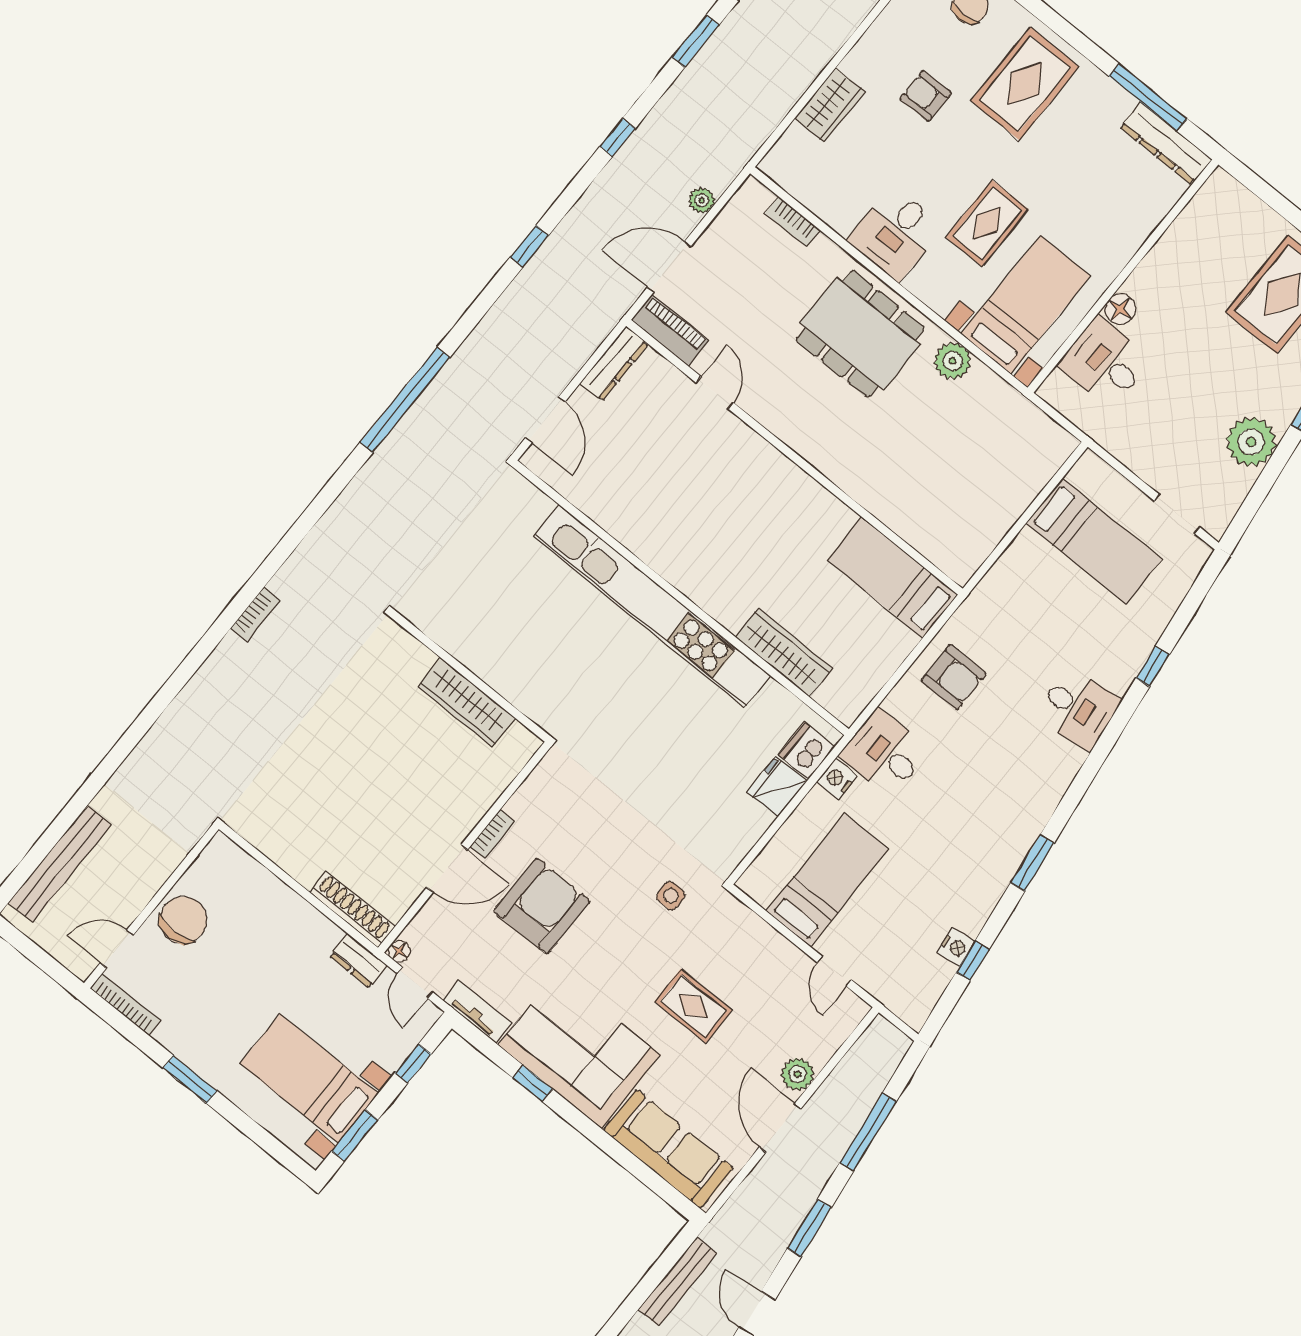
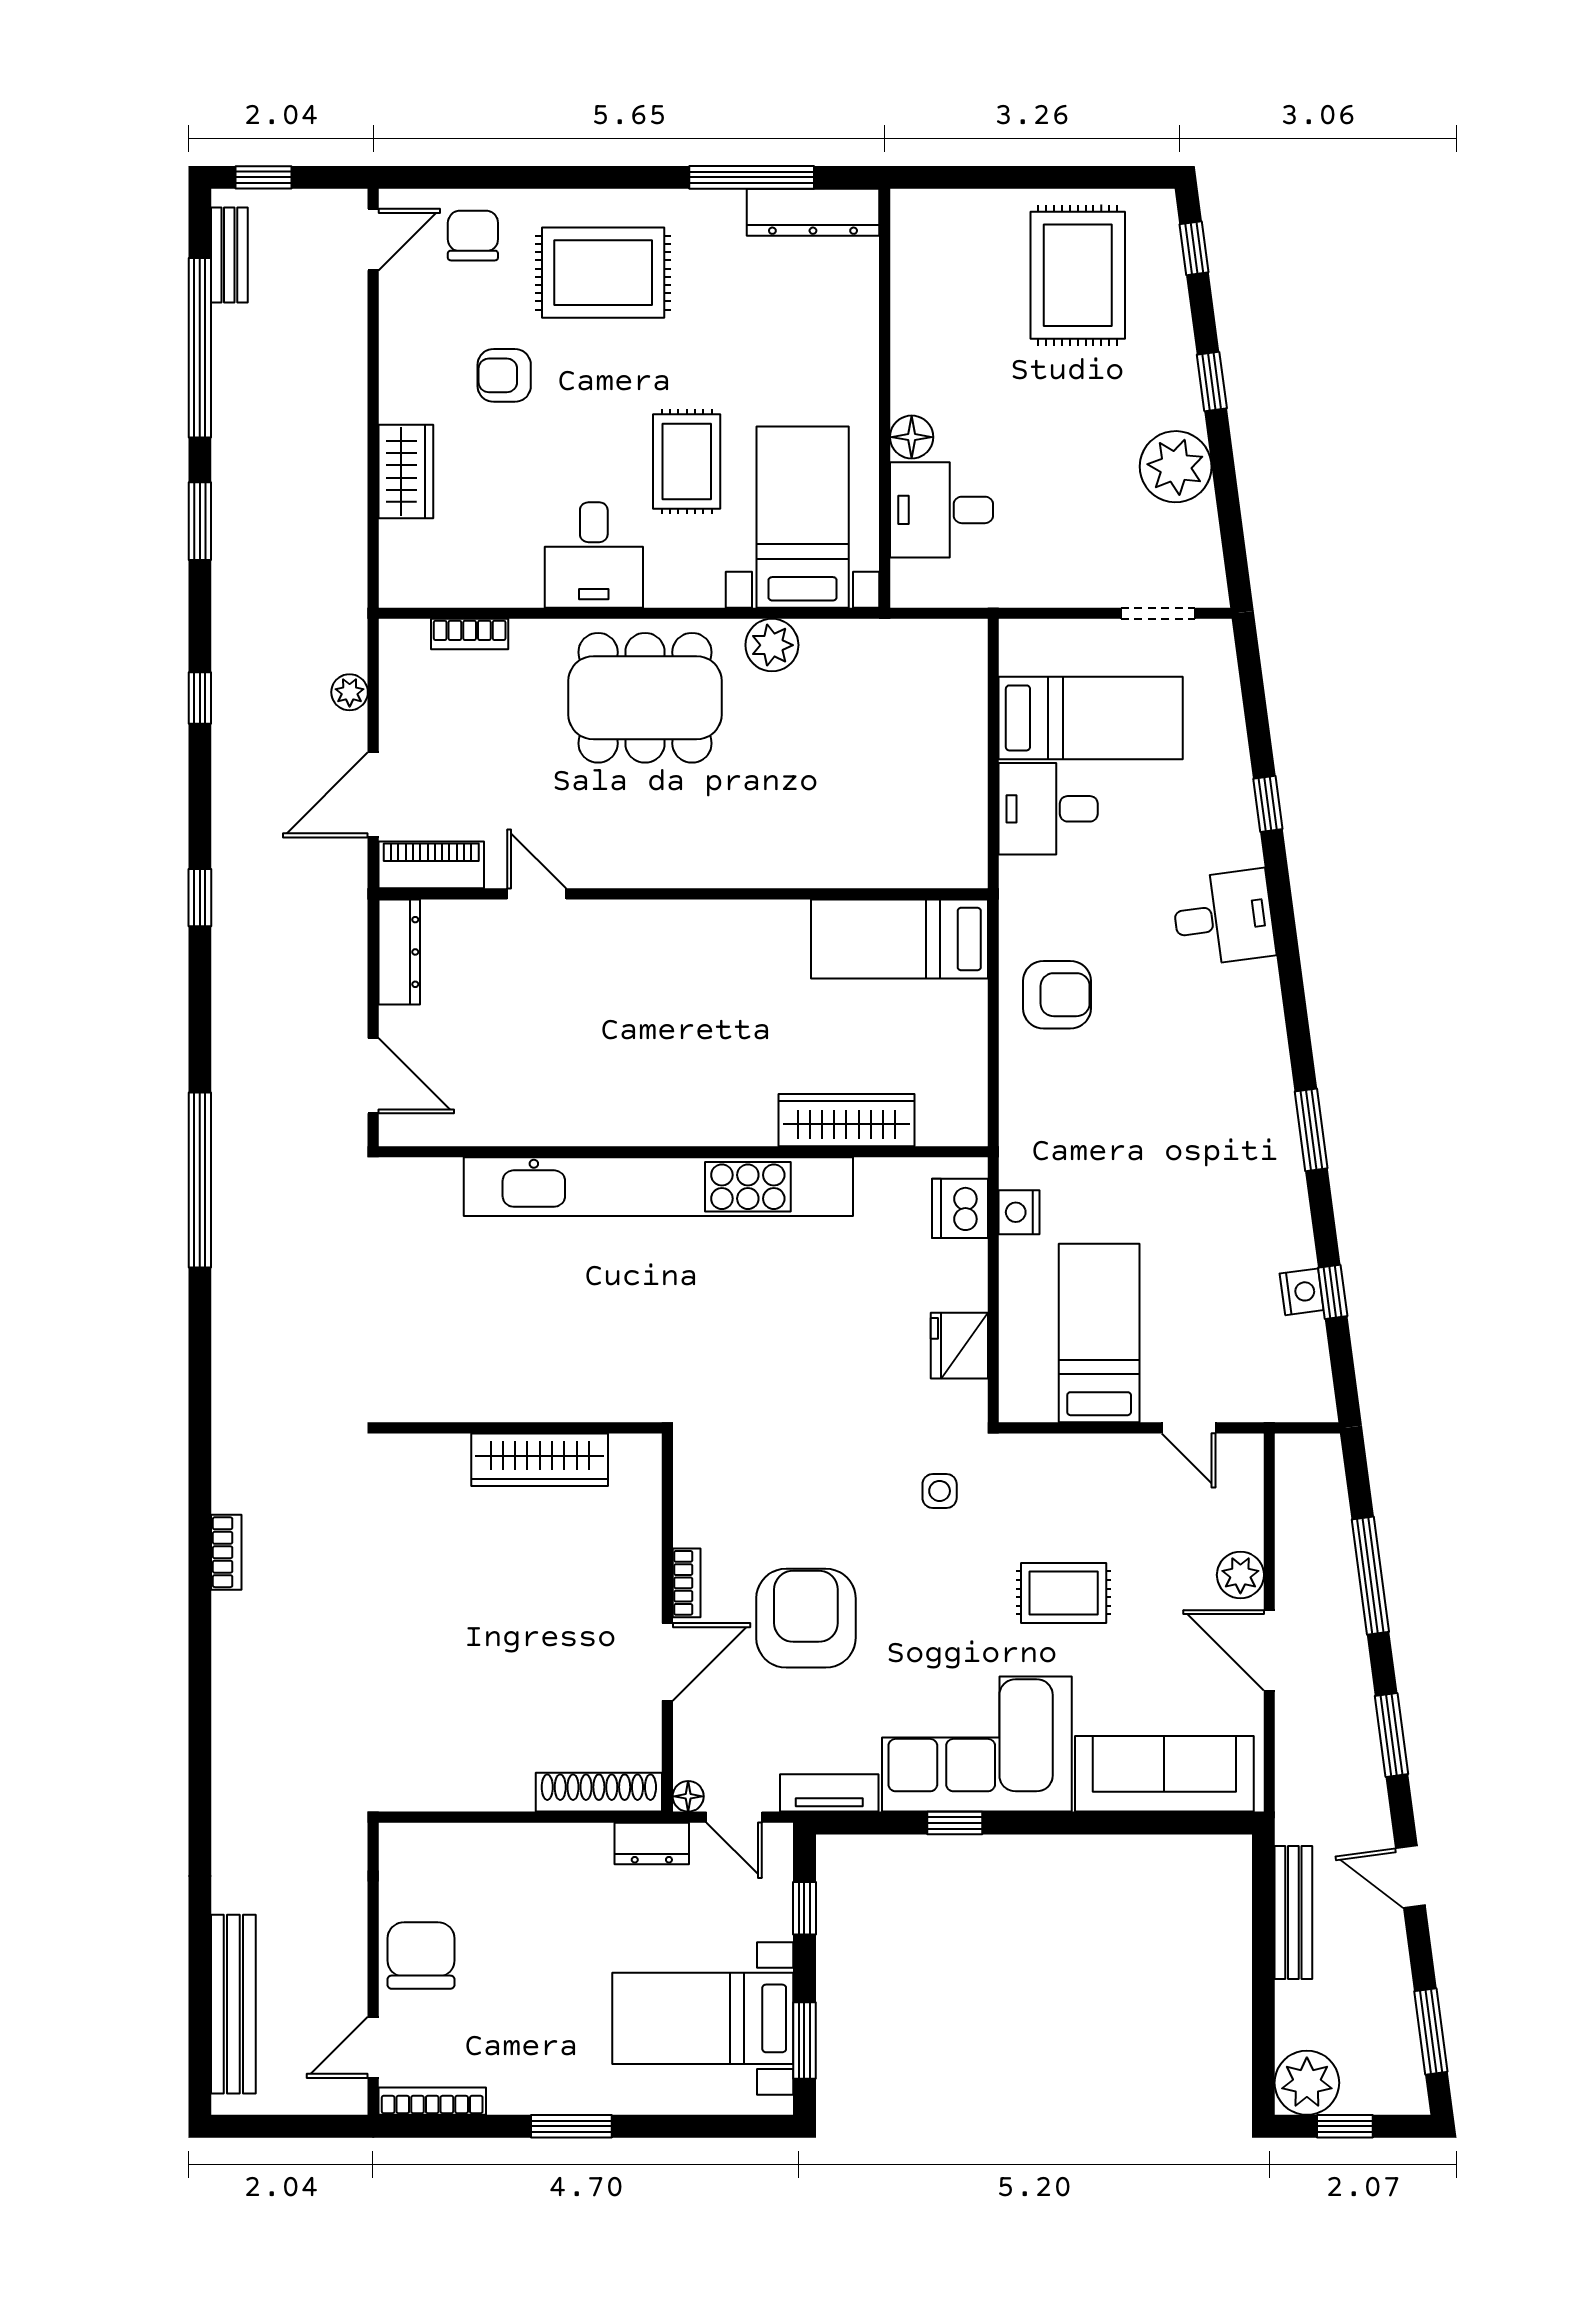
rug: (1025, 84) -> (603, 273), turned 90
desk: (884, 753) -> (1048, 809), moved
fridge: (777, 787) -> (959, 1346), moved

